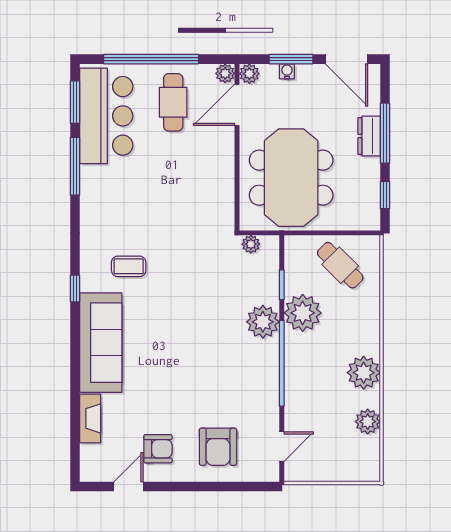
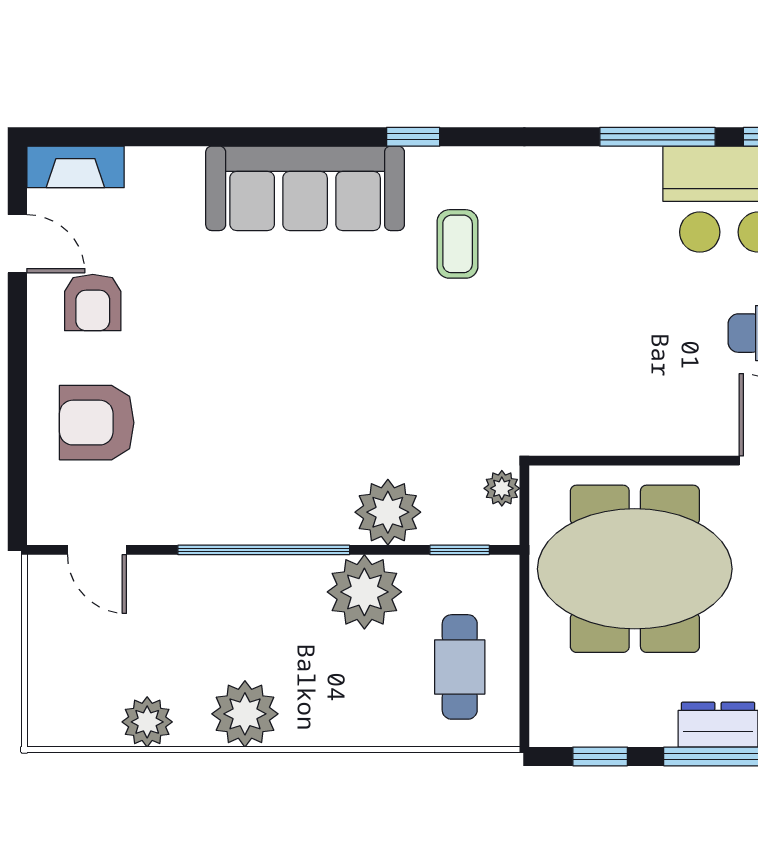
cafe table: (340, 265) -> (460, 667), turned -45
window: (282, 285) -> (460, 550), moved
plant: (263, 322) -> (388, 512), moved
fireplace: (90, 418) -> (75, 167), moved

